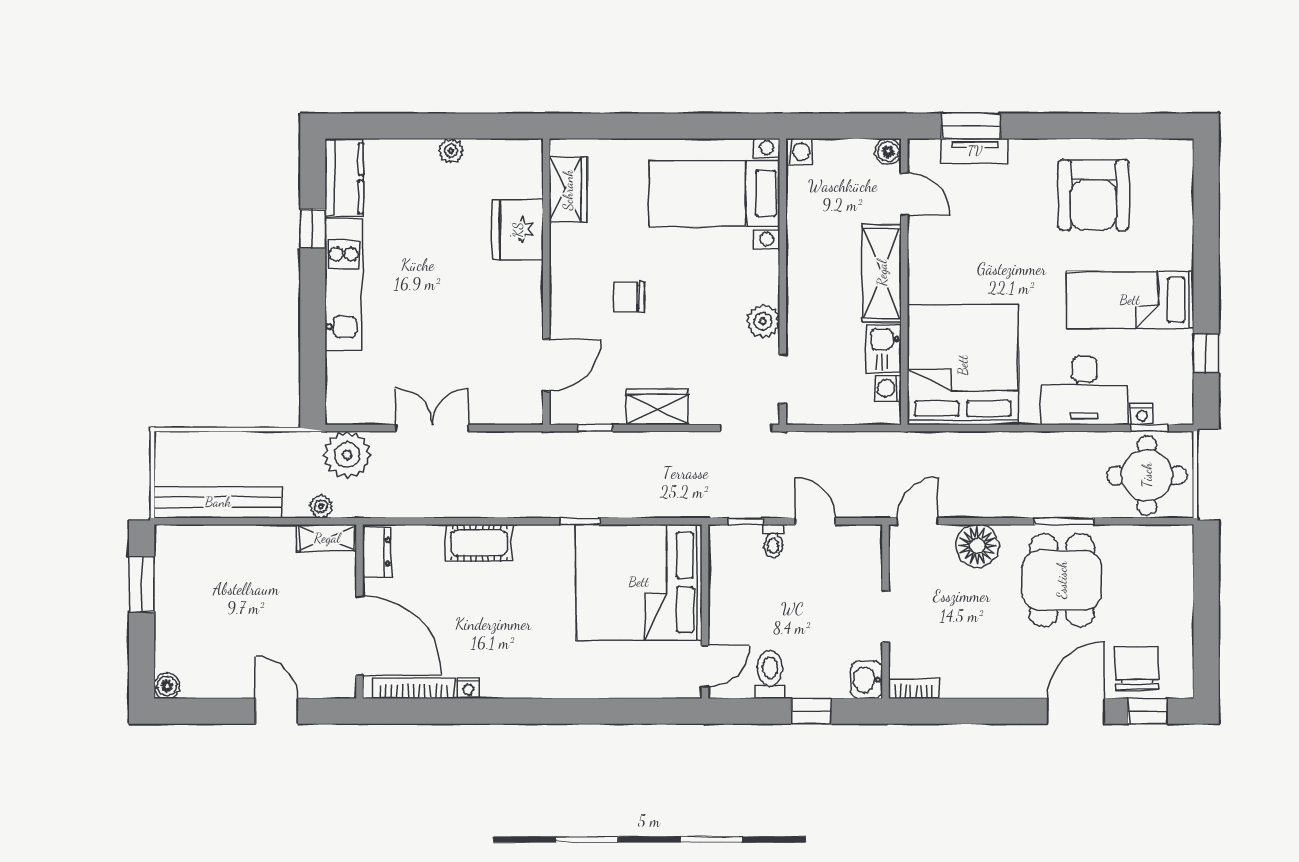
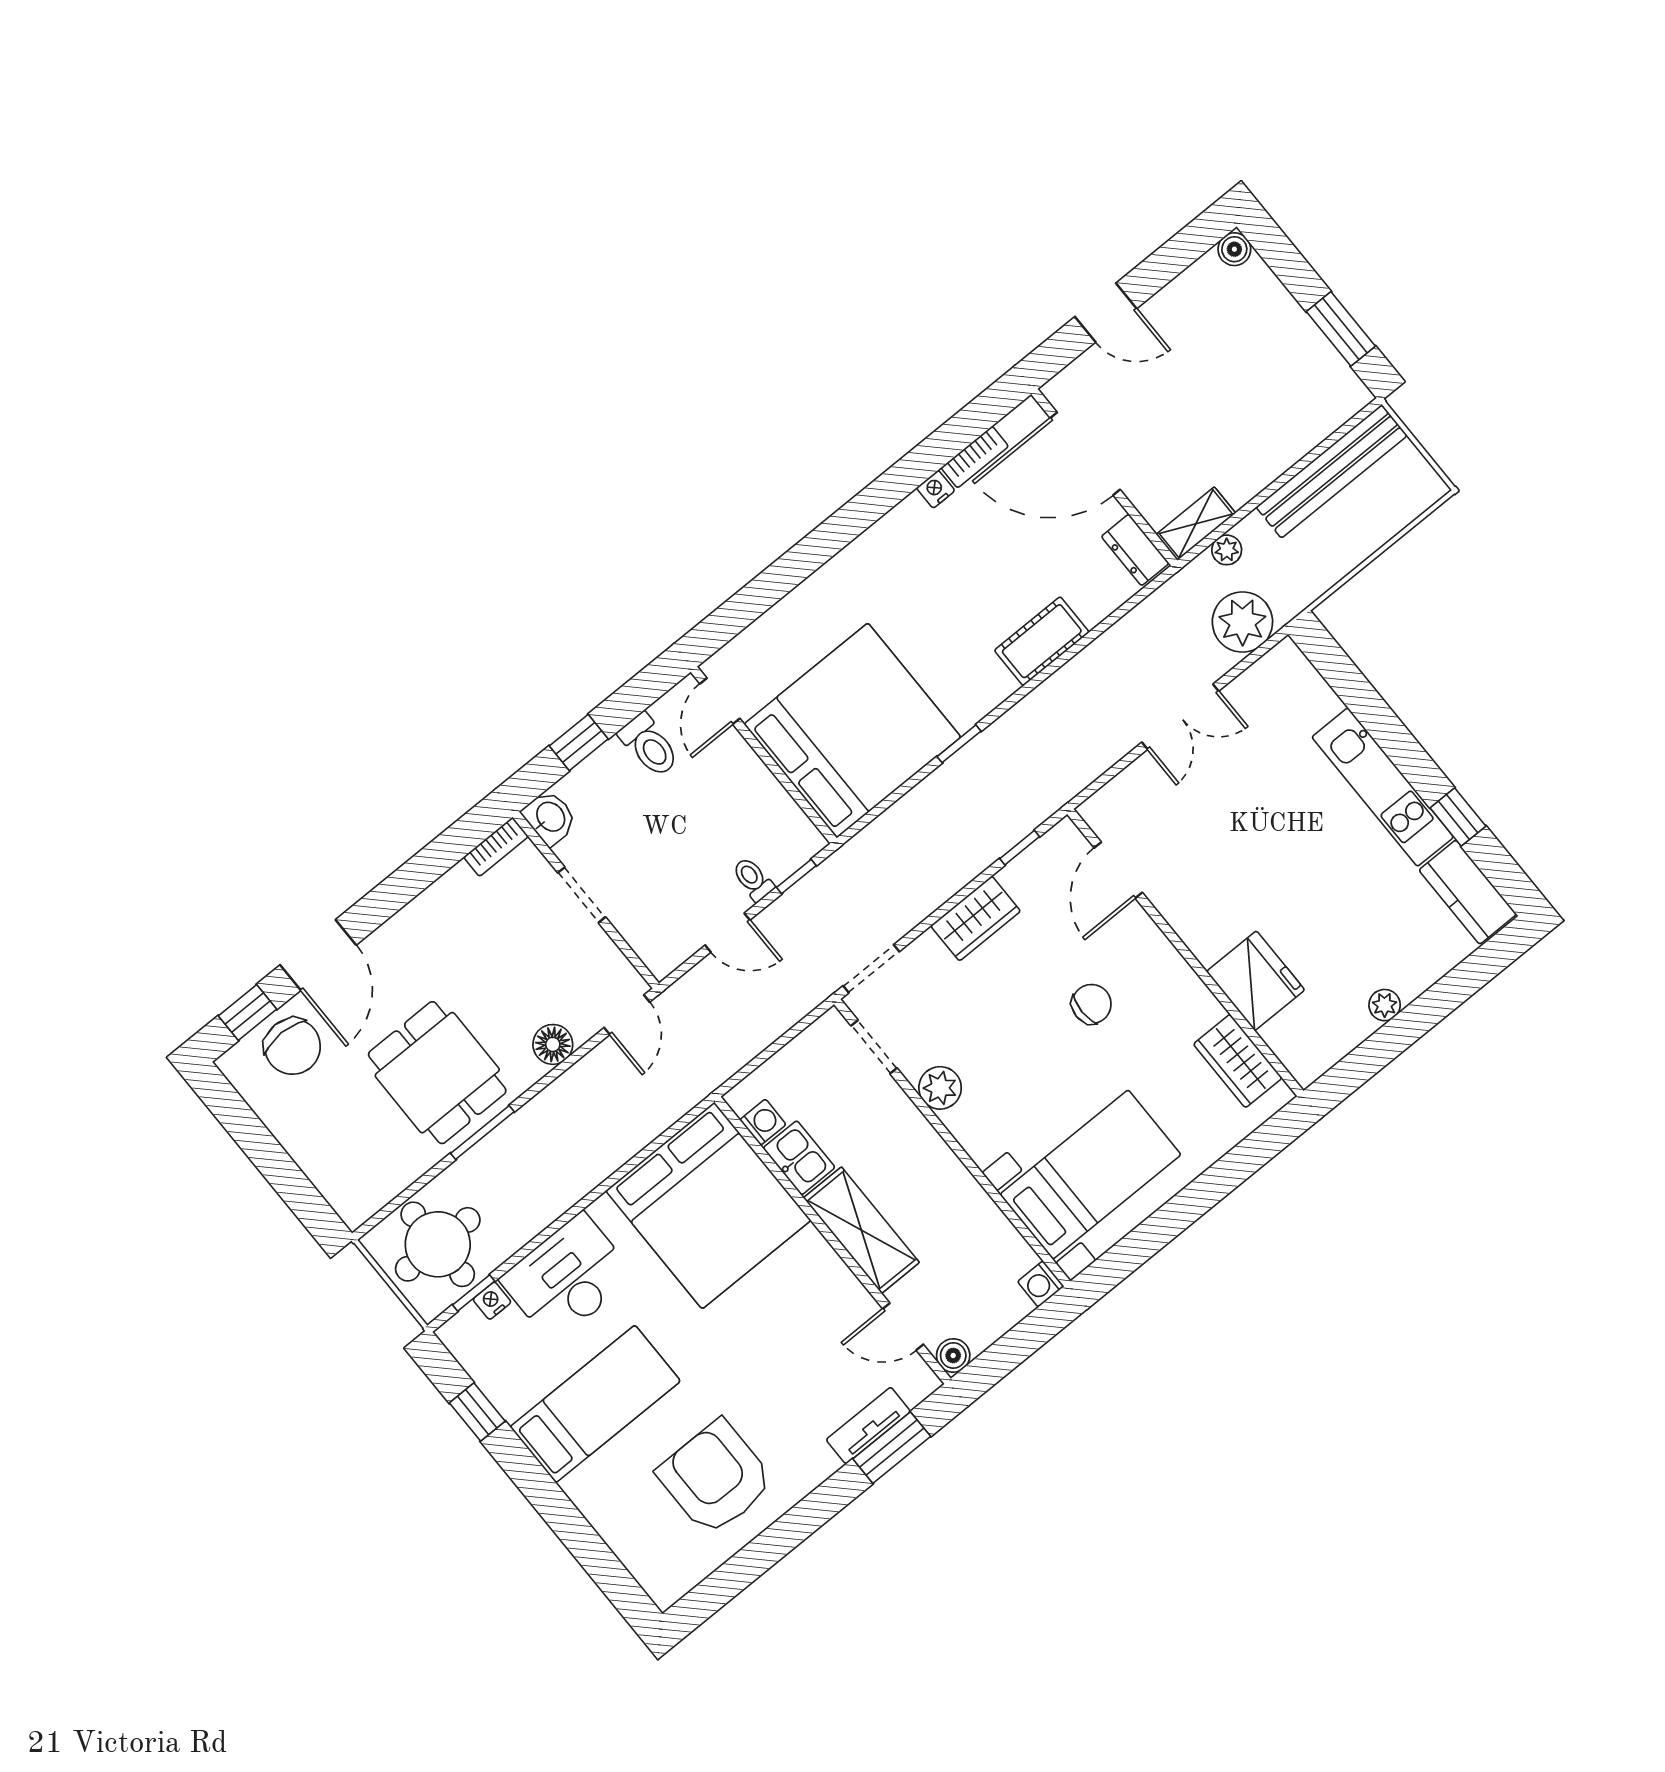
floor lamp: (977, 546) -> (553, 1044), width x0.73, depth x0.73
bookcase: (414, 688) -> (975, 457), width x0.64

